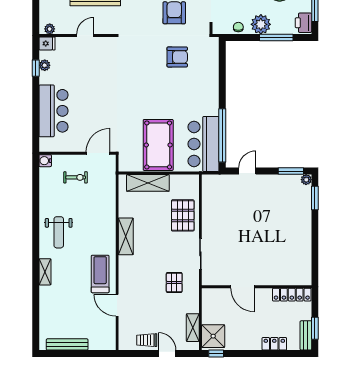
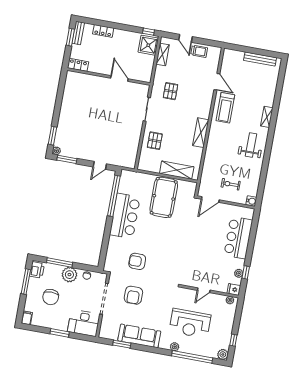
bar counter: (204, 144) -> (125, 216), moved
pallet: (183, 215) -> (155, 141), width x0.67, depth x0.71
locker: (292, 295) -> (78, 65), width x0.66

